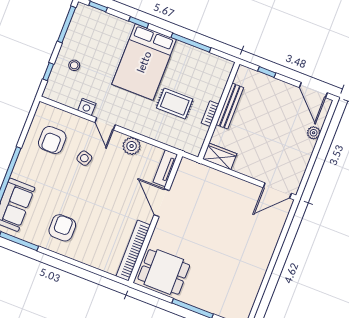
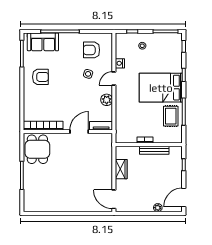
rug: (175, 104) -> (171, 116), moved
wardrobe: (220, 156) -> (121, 169), moved

